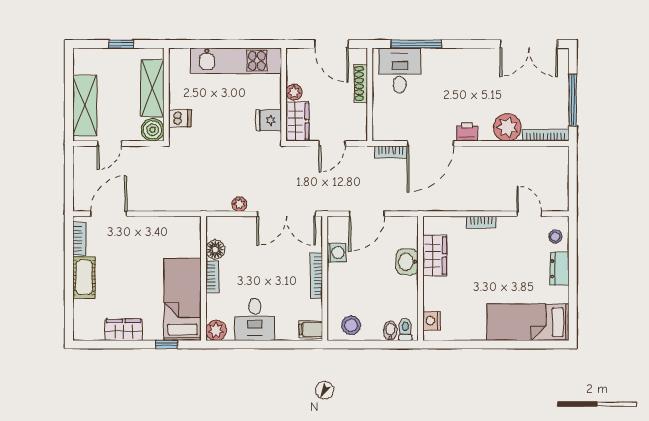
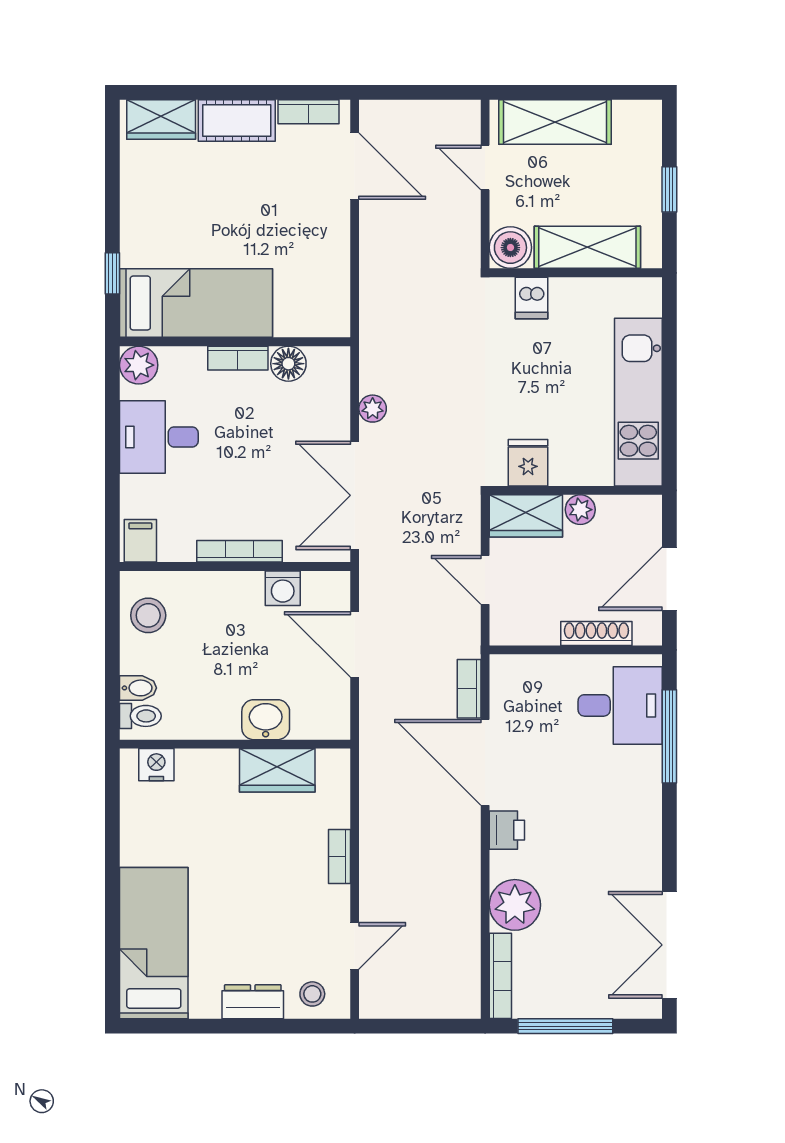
wardrobe: (124, 330) -> (161, 119), moved, turned 90

